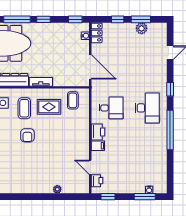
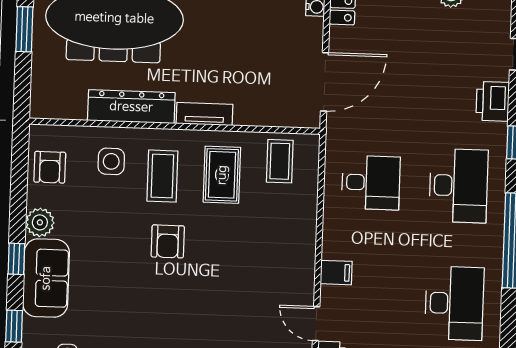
door: (90, 67) -> (325, 82), hinge flipped
rug: (49, 107) -> (222, 175), turned 90
printer: (98, 132) -> (493, 101), moved, turned 180
desk: (147, 157) -> (454, 303), added

